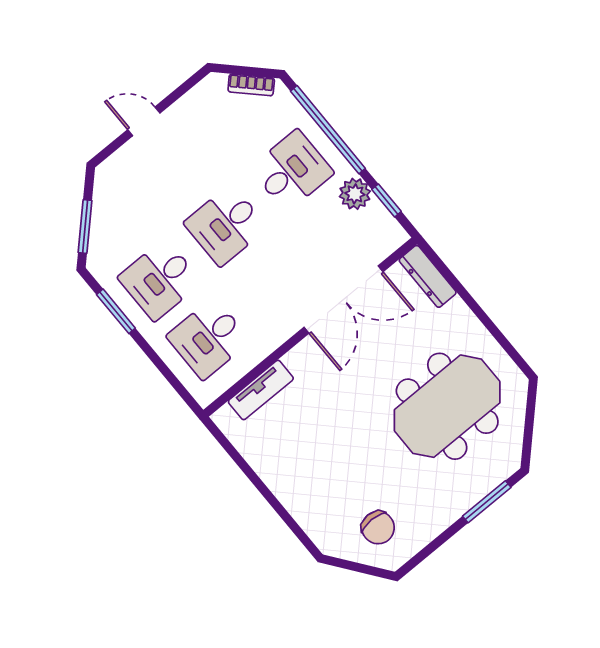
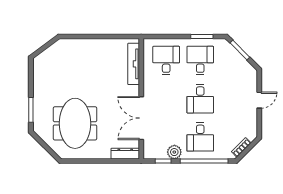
desk: (226, 225) -> (200, 99), turned 180
tv unit: (261, 390) -> (134, 64), width x1.41
chair: (378, 528) -> (53, 65), removed

